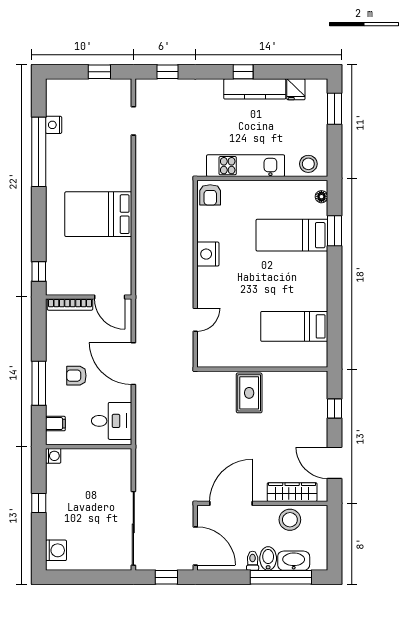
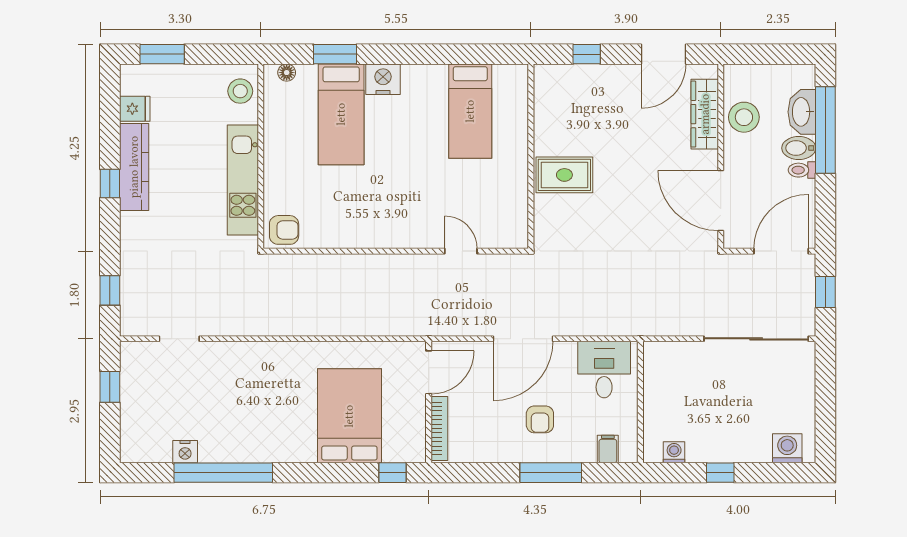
bed: (98, 214) -> (349, 416), moved, turned 180
nightstand: (208, 254) -> (383, 79), moved, turned 180
washing machine: (53, 456) -> (674, 452), moved

